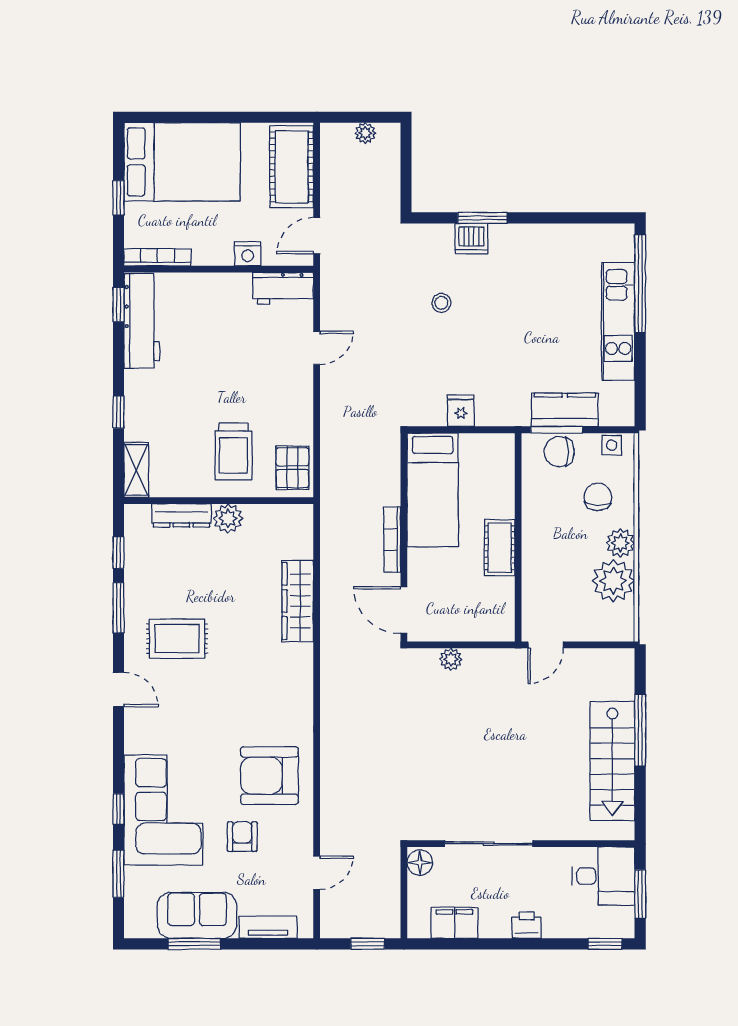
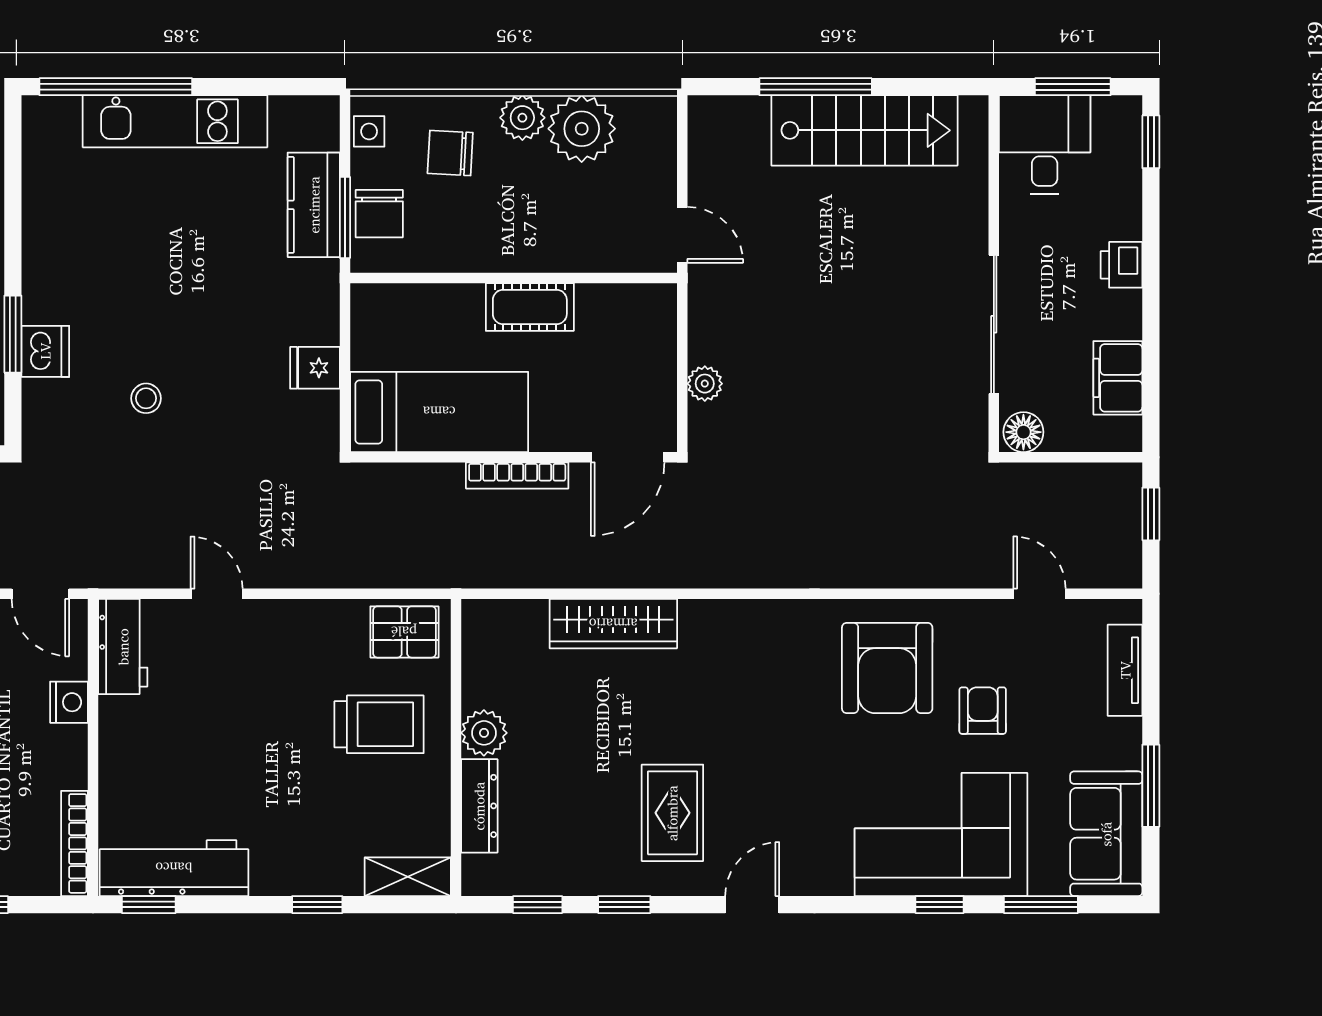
window: (119, 608) -> (624, 905), width x0.67
armchair: (242, 837) -> (983, 711), turned 90
sofa: (197, 915) -> (1106, 834), moved

